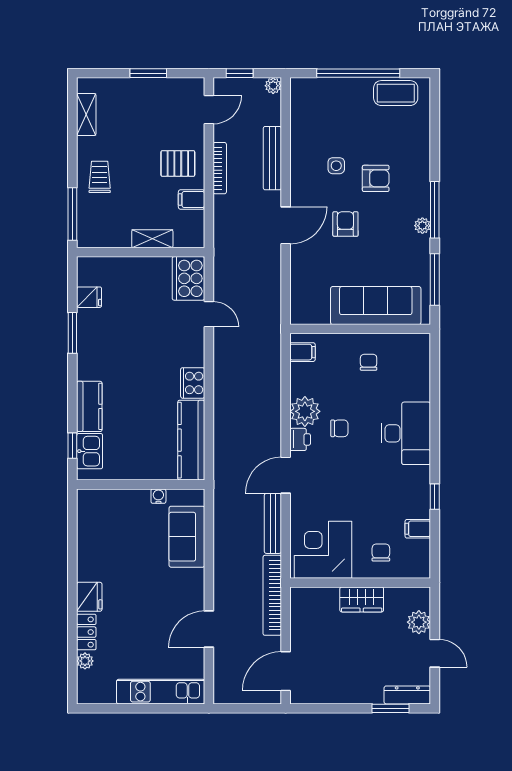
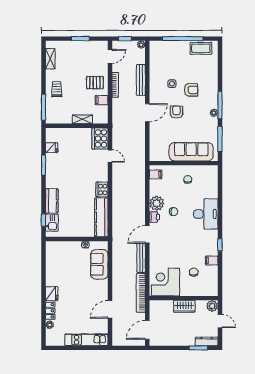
corner desk: (323, 550) -> (165, 282), moved
wall: (360, 583) -> (184, 298), moved
wardrobe: (362, 599) -> (184, 306), moved

